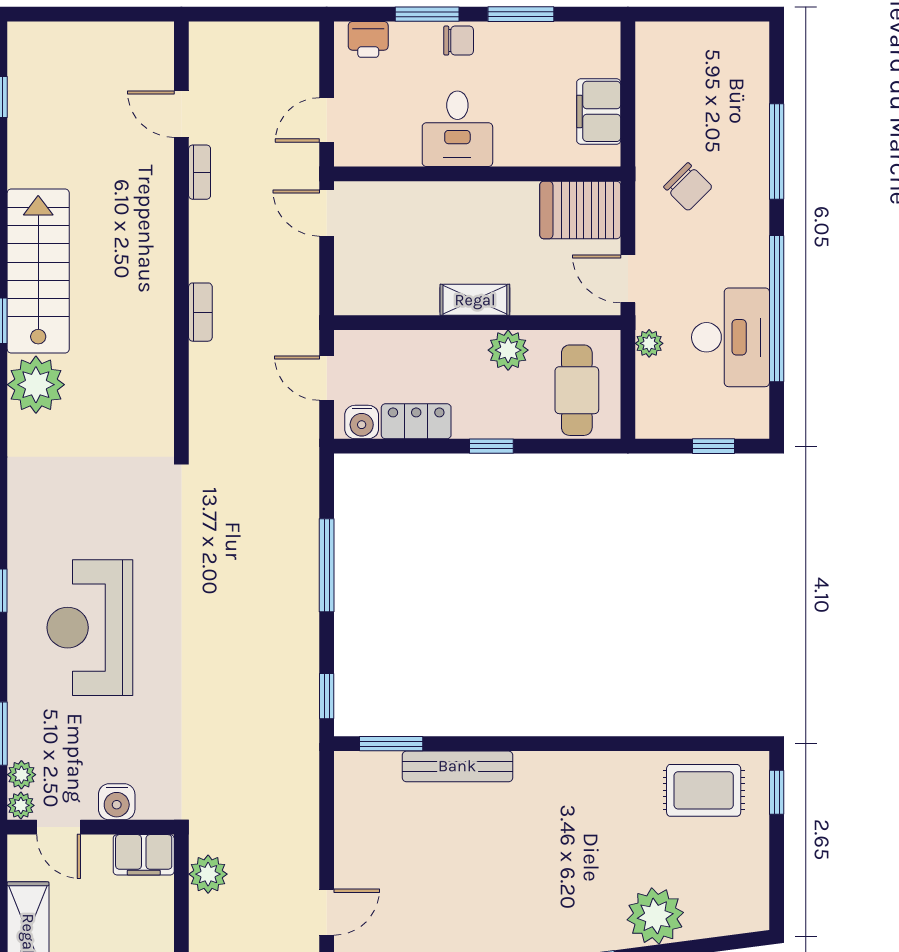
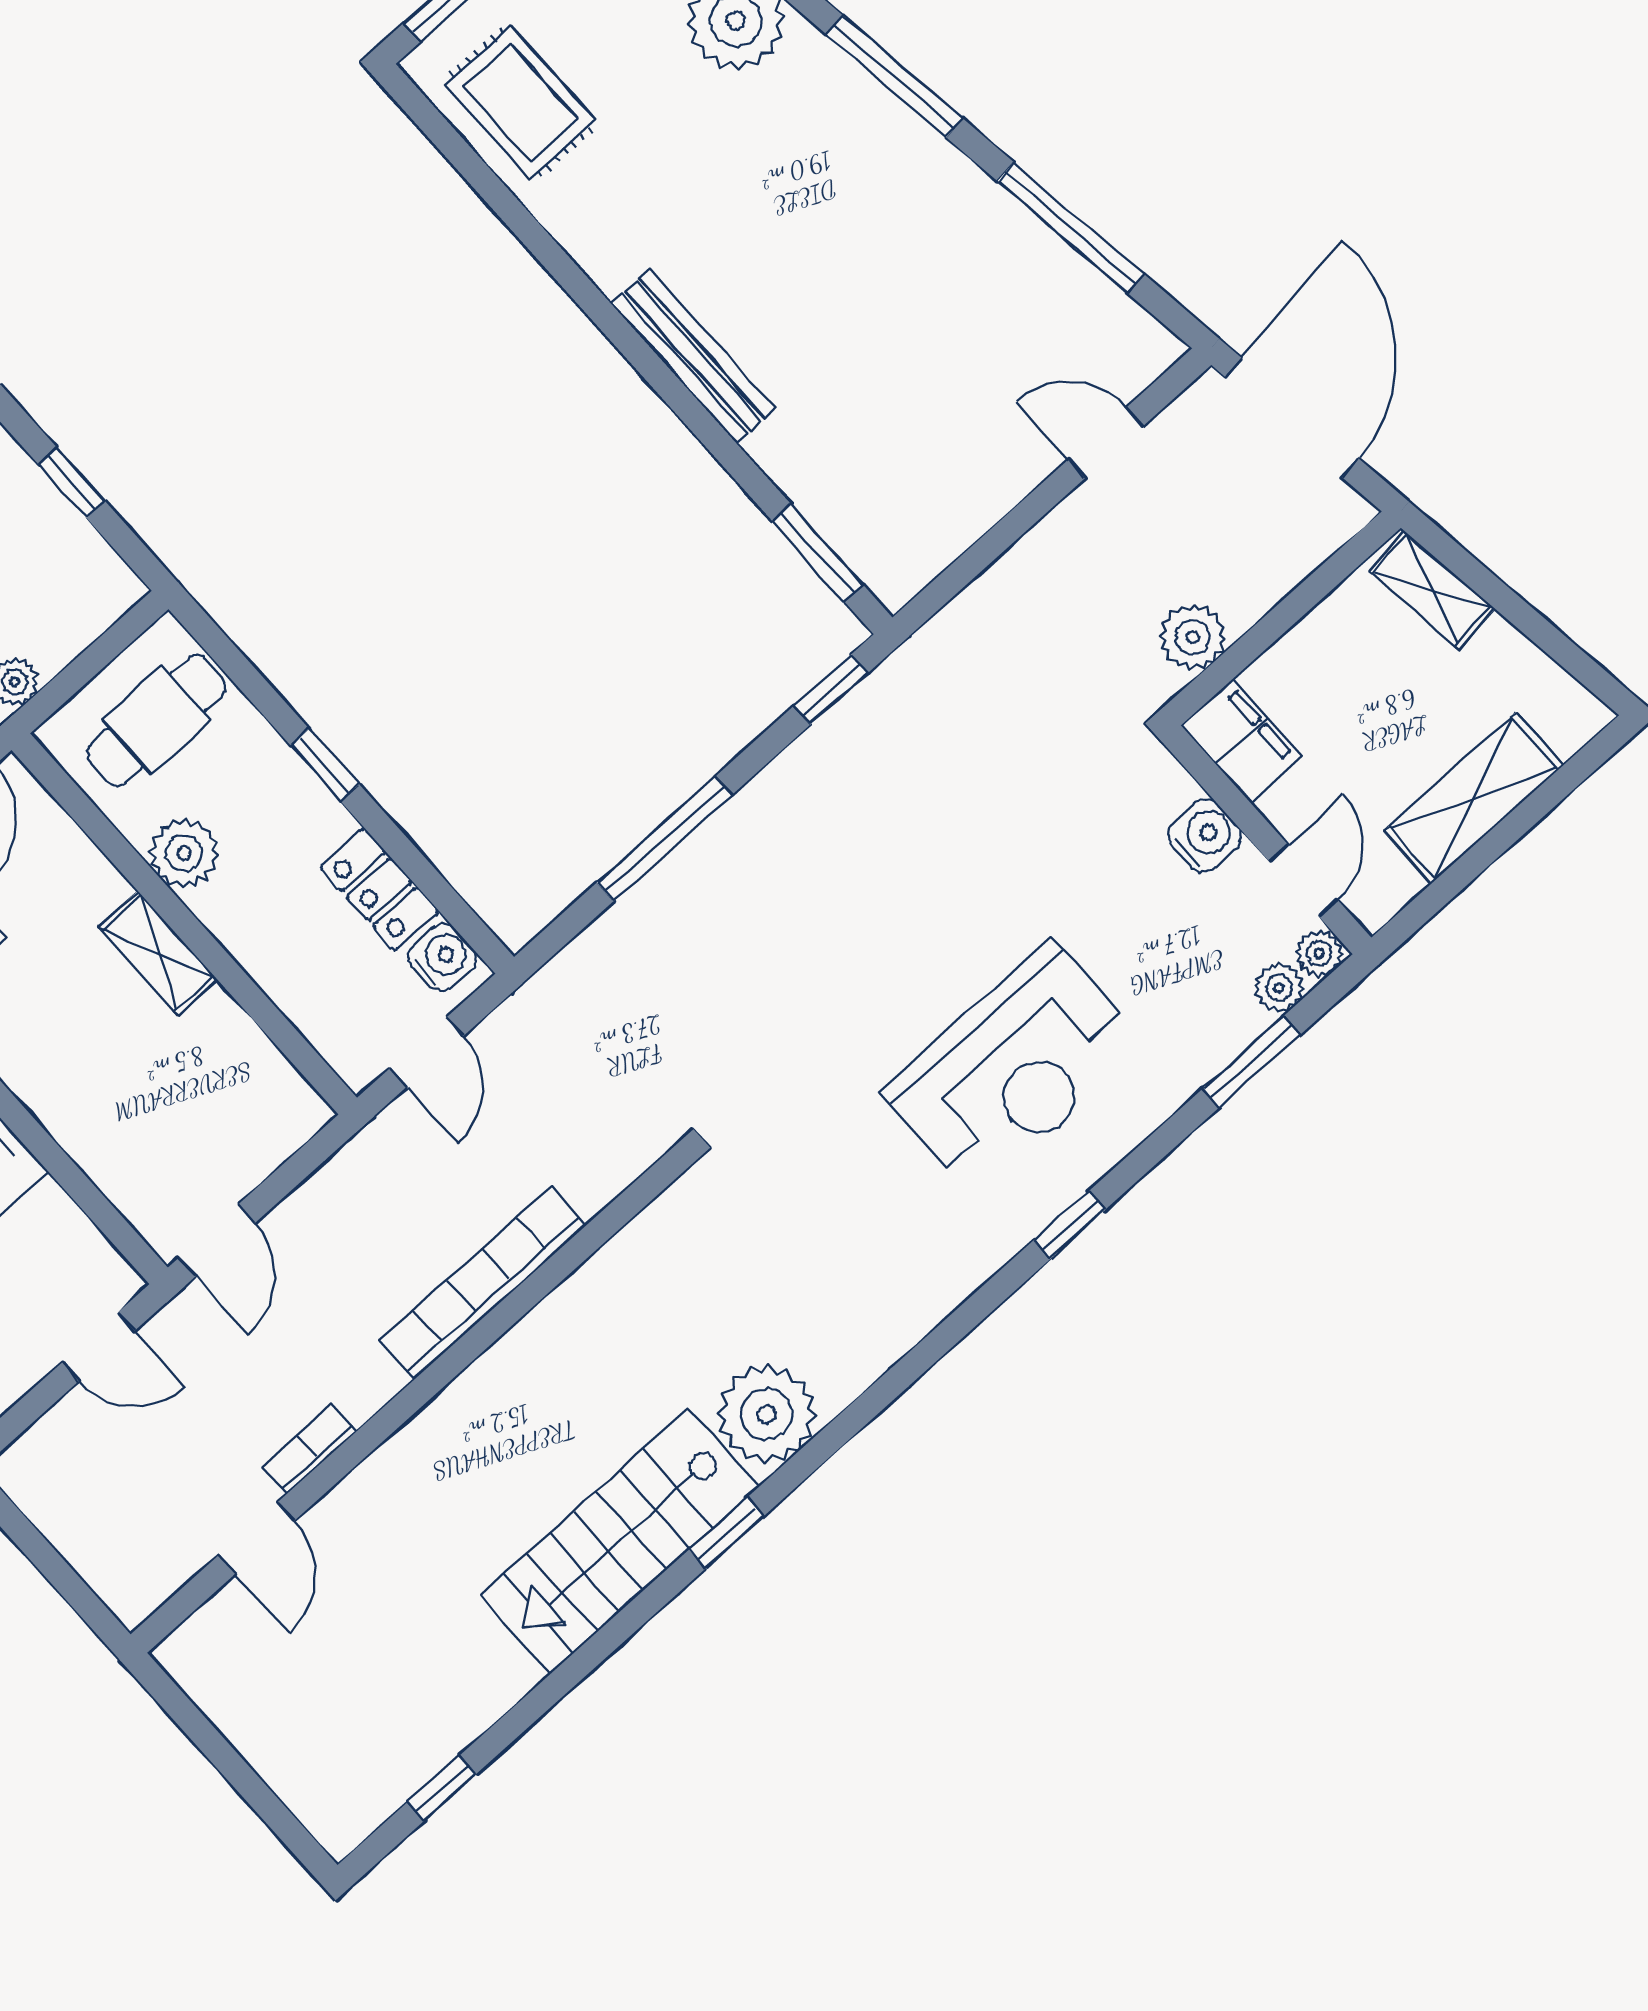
bookcase: (200, 312) -> (482, 1283), width x2.31, depth x1.31
bench: (457, 766) -> (693, 356), moved

